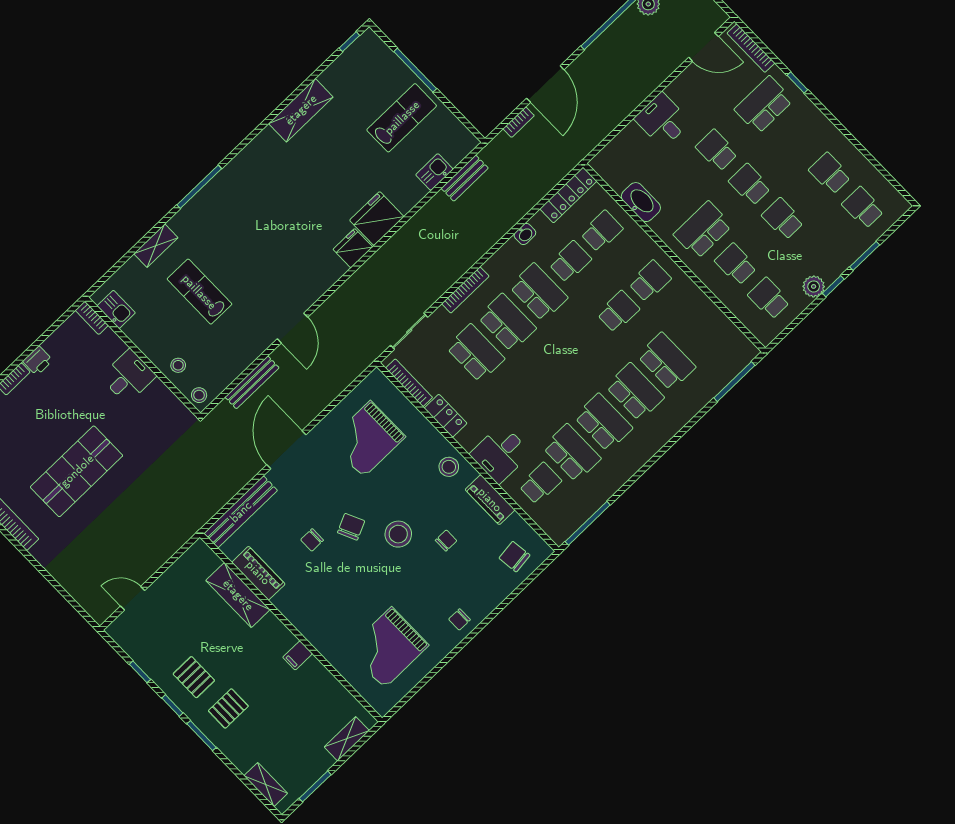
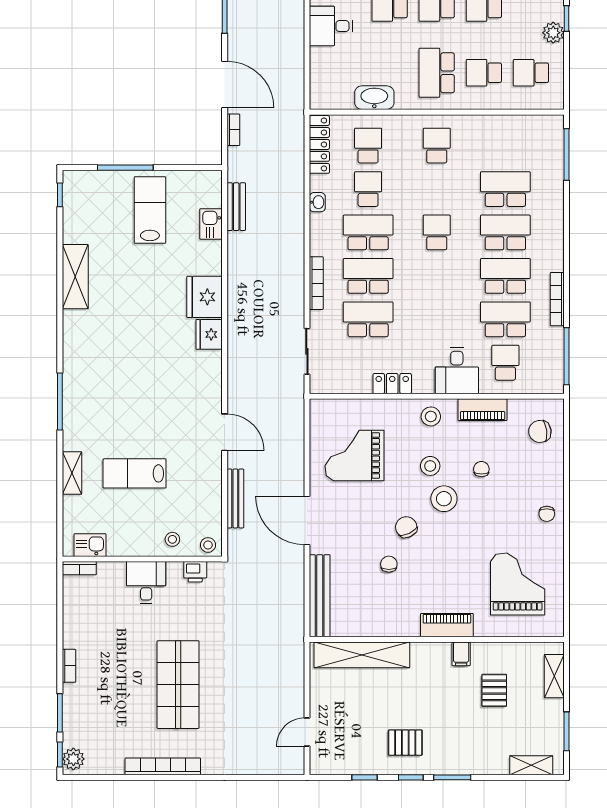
school desk: (618, 312) -> (437, 232), moved
printer: (38, 361) -> (195, 572), moved, turned 90
bookcase: (409, 383) -> (557, 299), moved, turned -90
grand piano: (367, 439) -> (355, 455), turned 90
stool: (412, 501) -> (430, 466), added
chair: (312, 540) -> (389, 564), turned 180
piano: (258, 573) -> (447, 625), moved
shelving: (238, 595) -> (362, 655), width x1.47
grand piano: (388, 647) -> (518, 584), turned 180
pallet: (228, 708) -> (494, 690), moved

